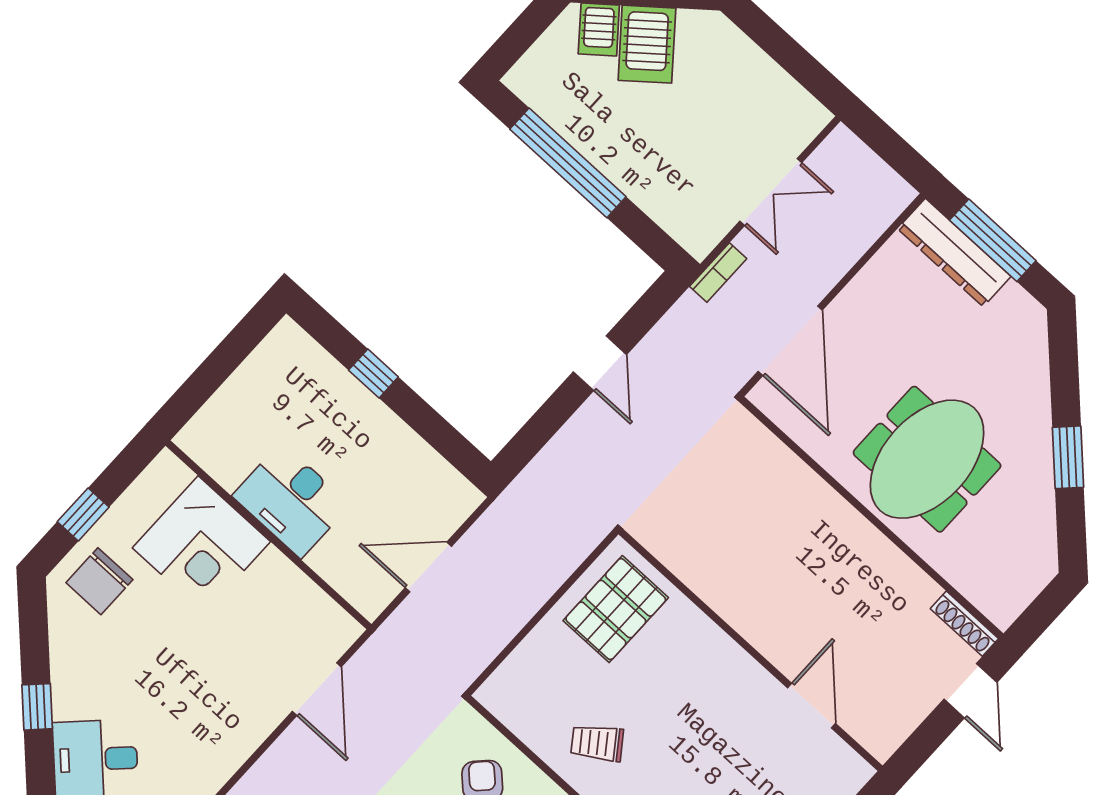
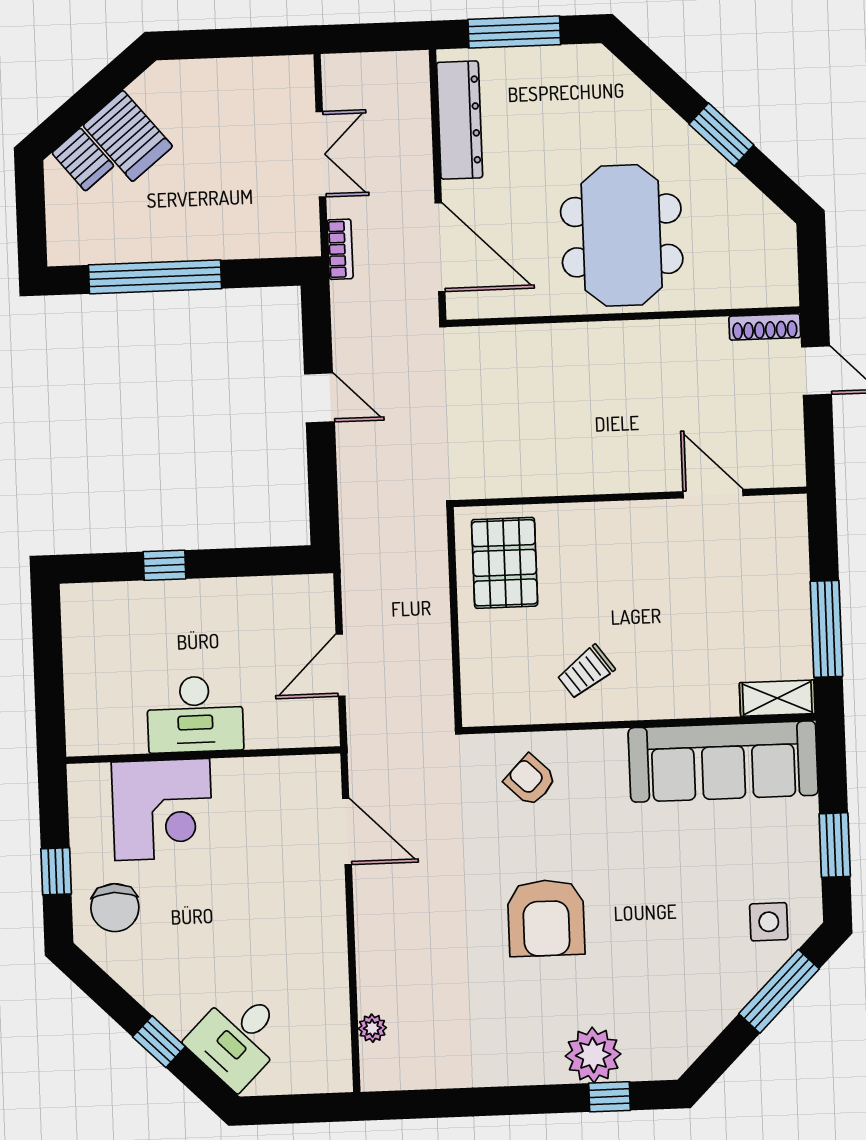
dresser: (954, 253) -> (460, 120), moved, turned -90

